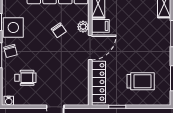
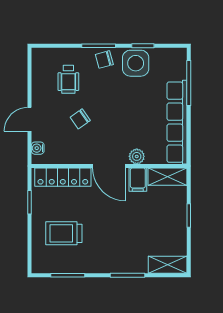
chair: (59, 30) -> (80, 119), moved
trolley: (141, 81) -> (64, 233), turned 90
water cooler: (9, 101) -> (38, 148), moved

